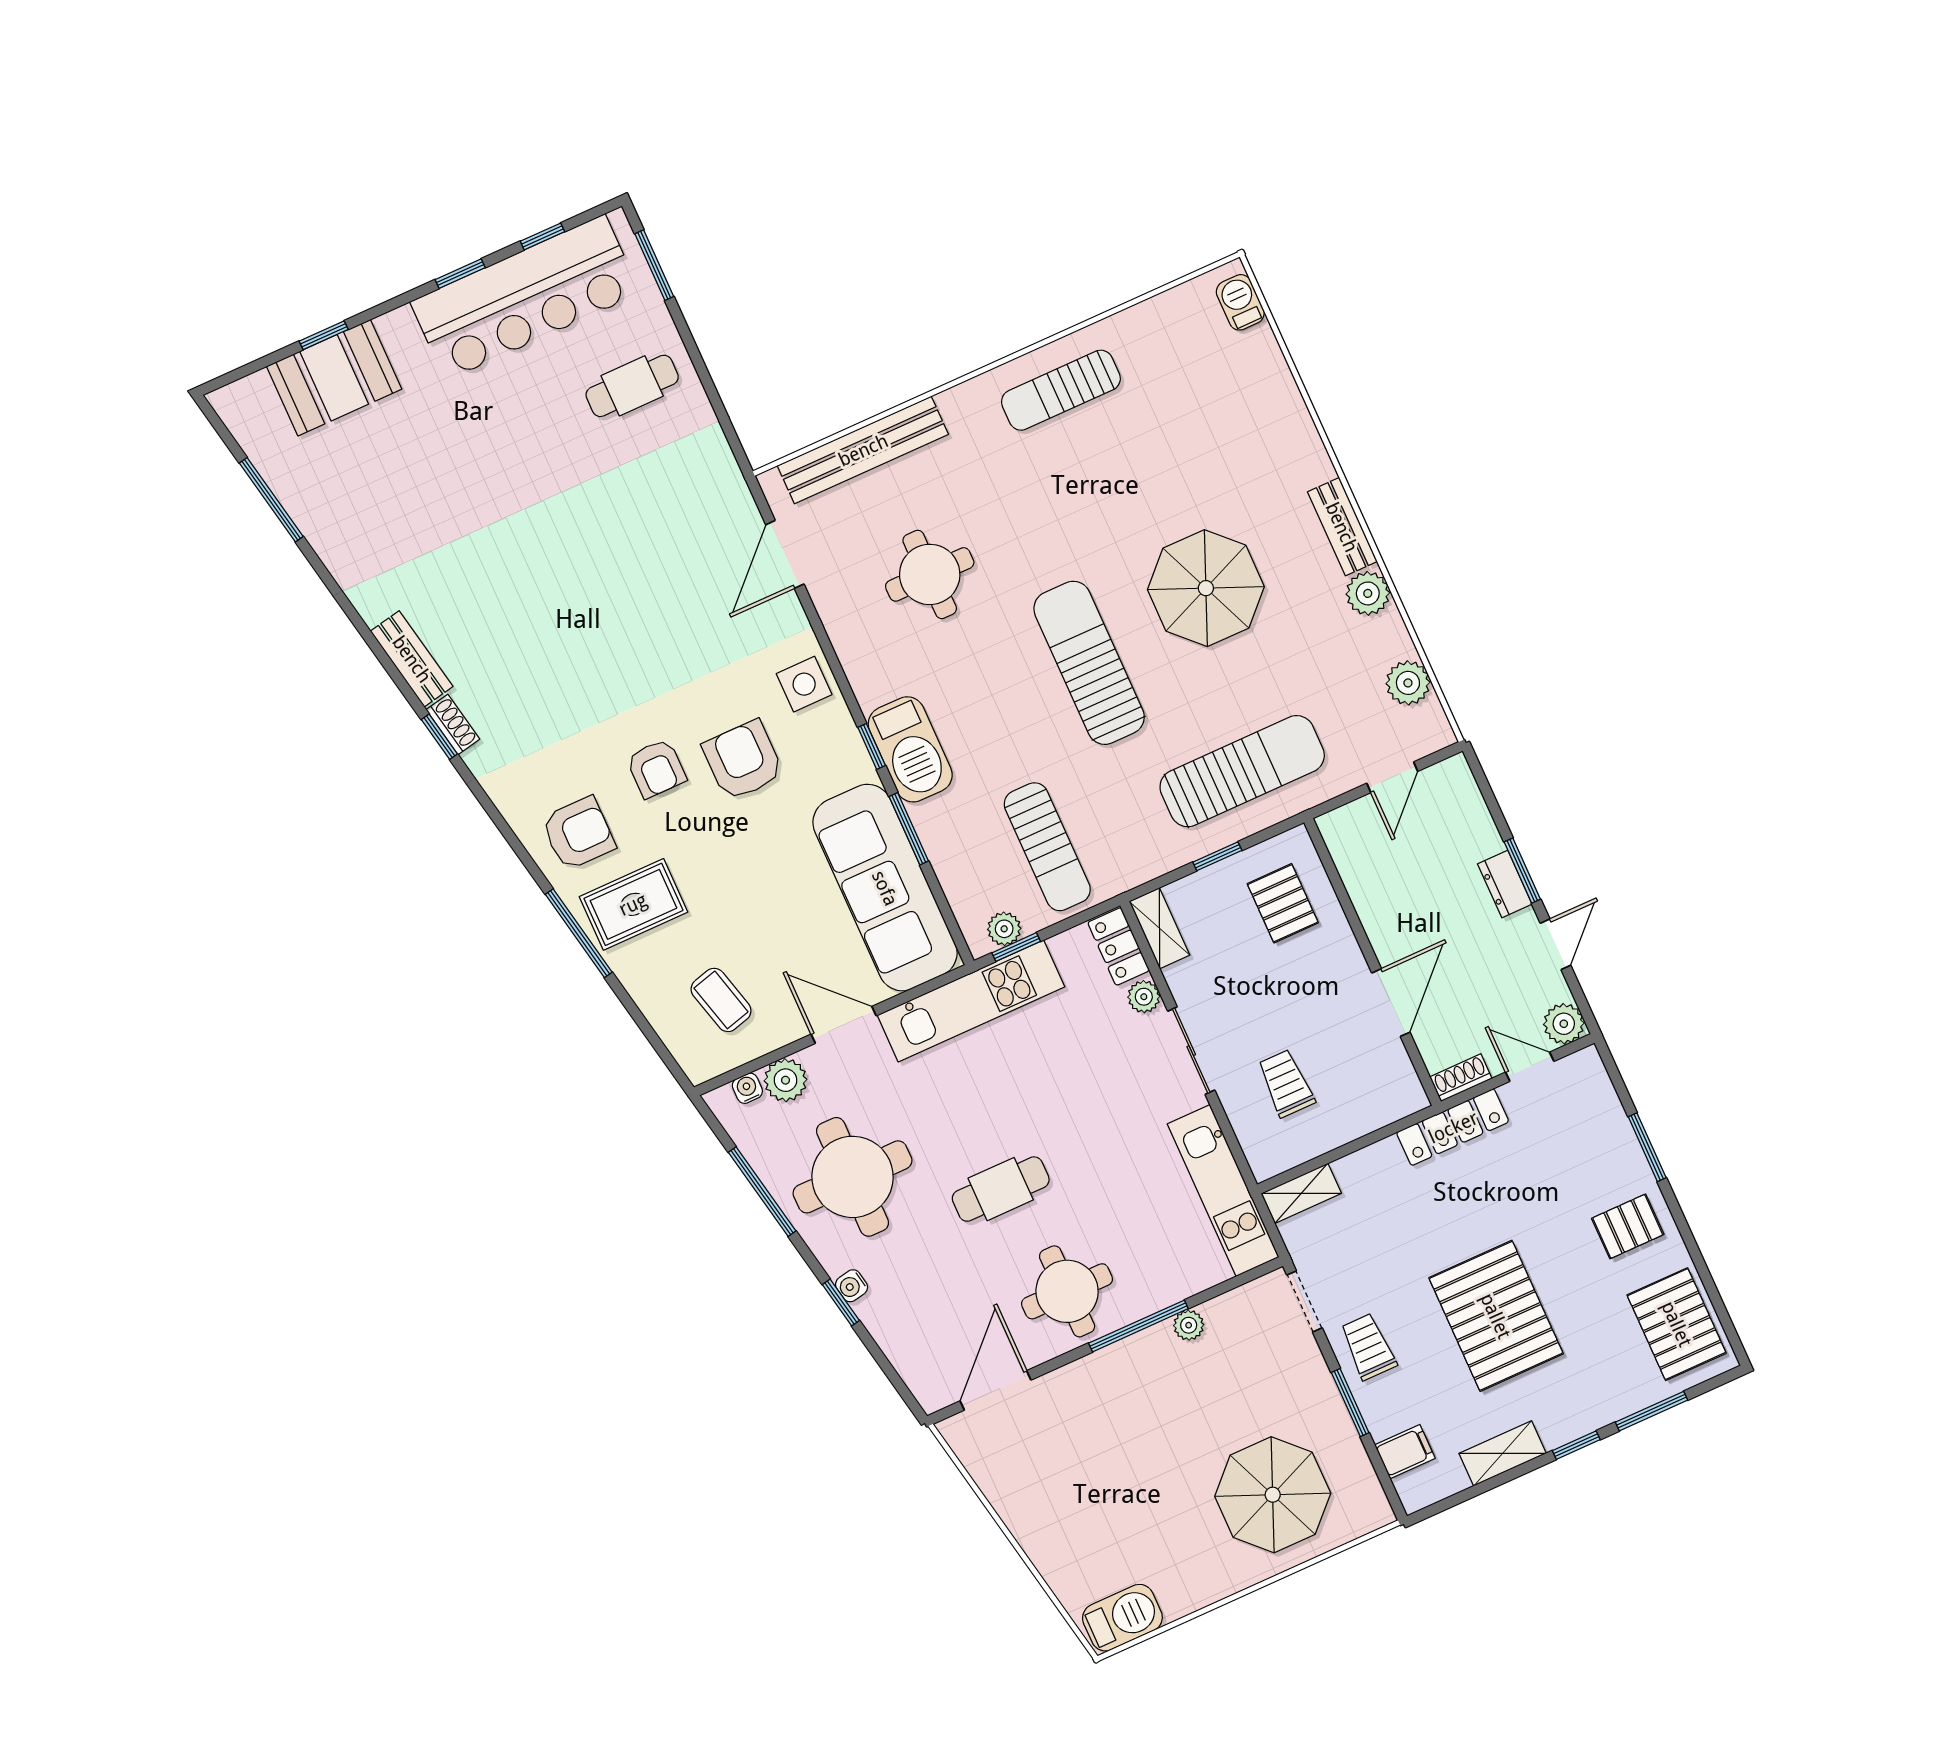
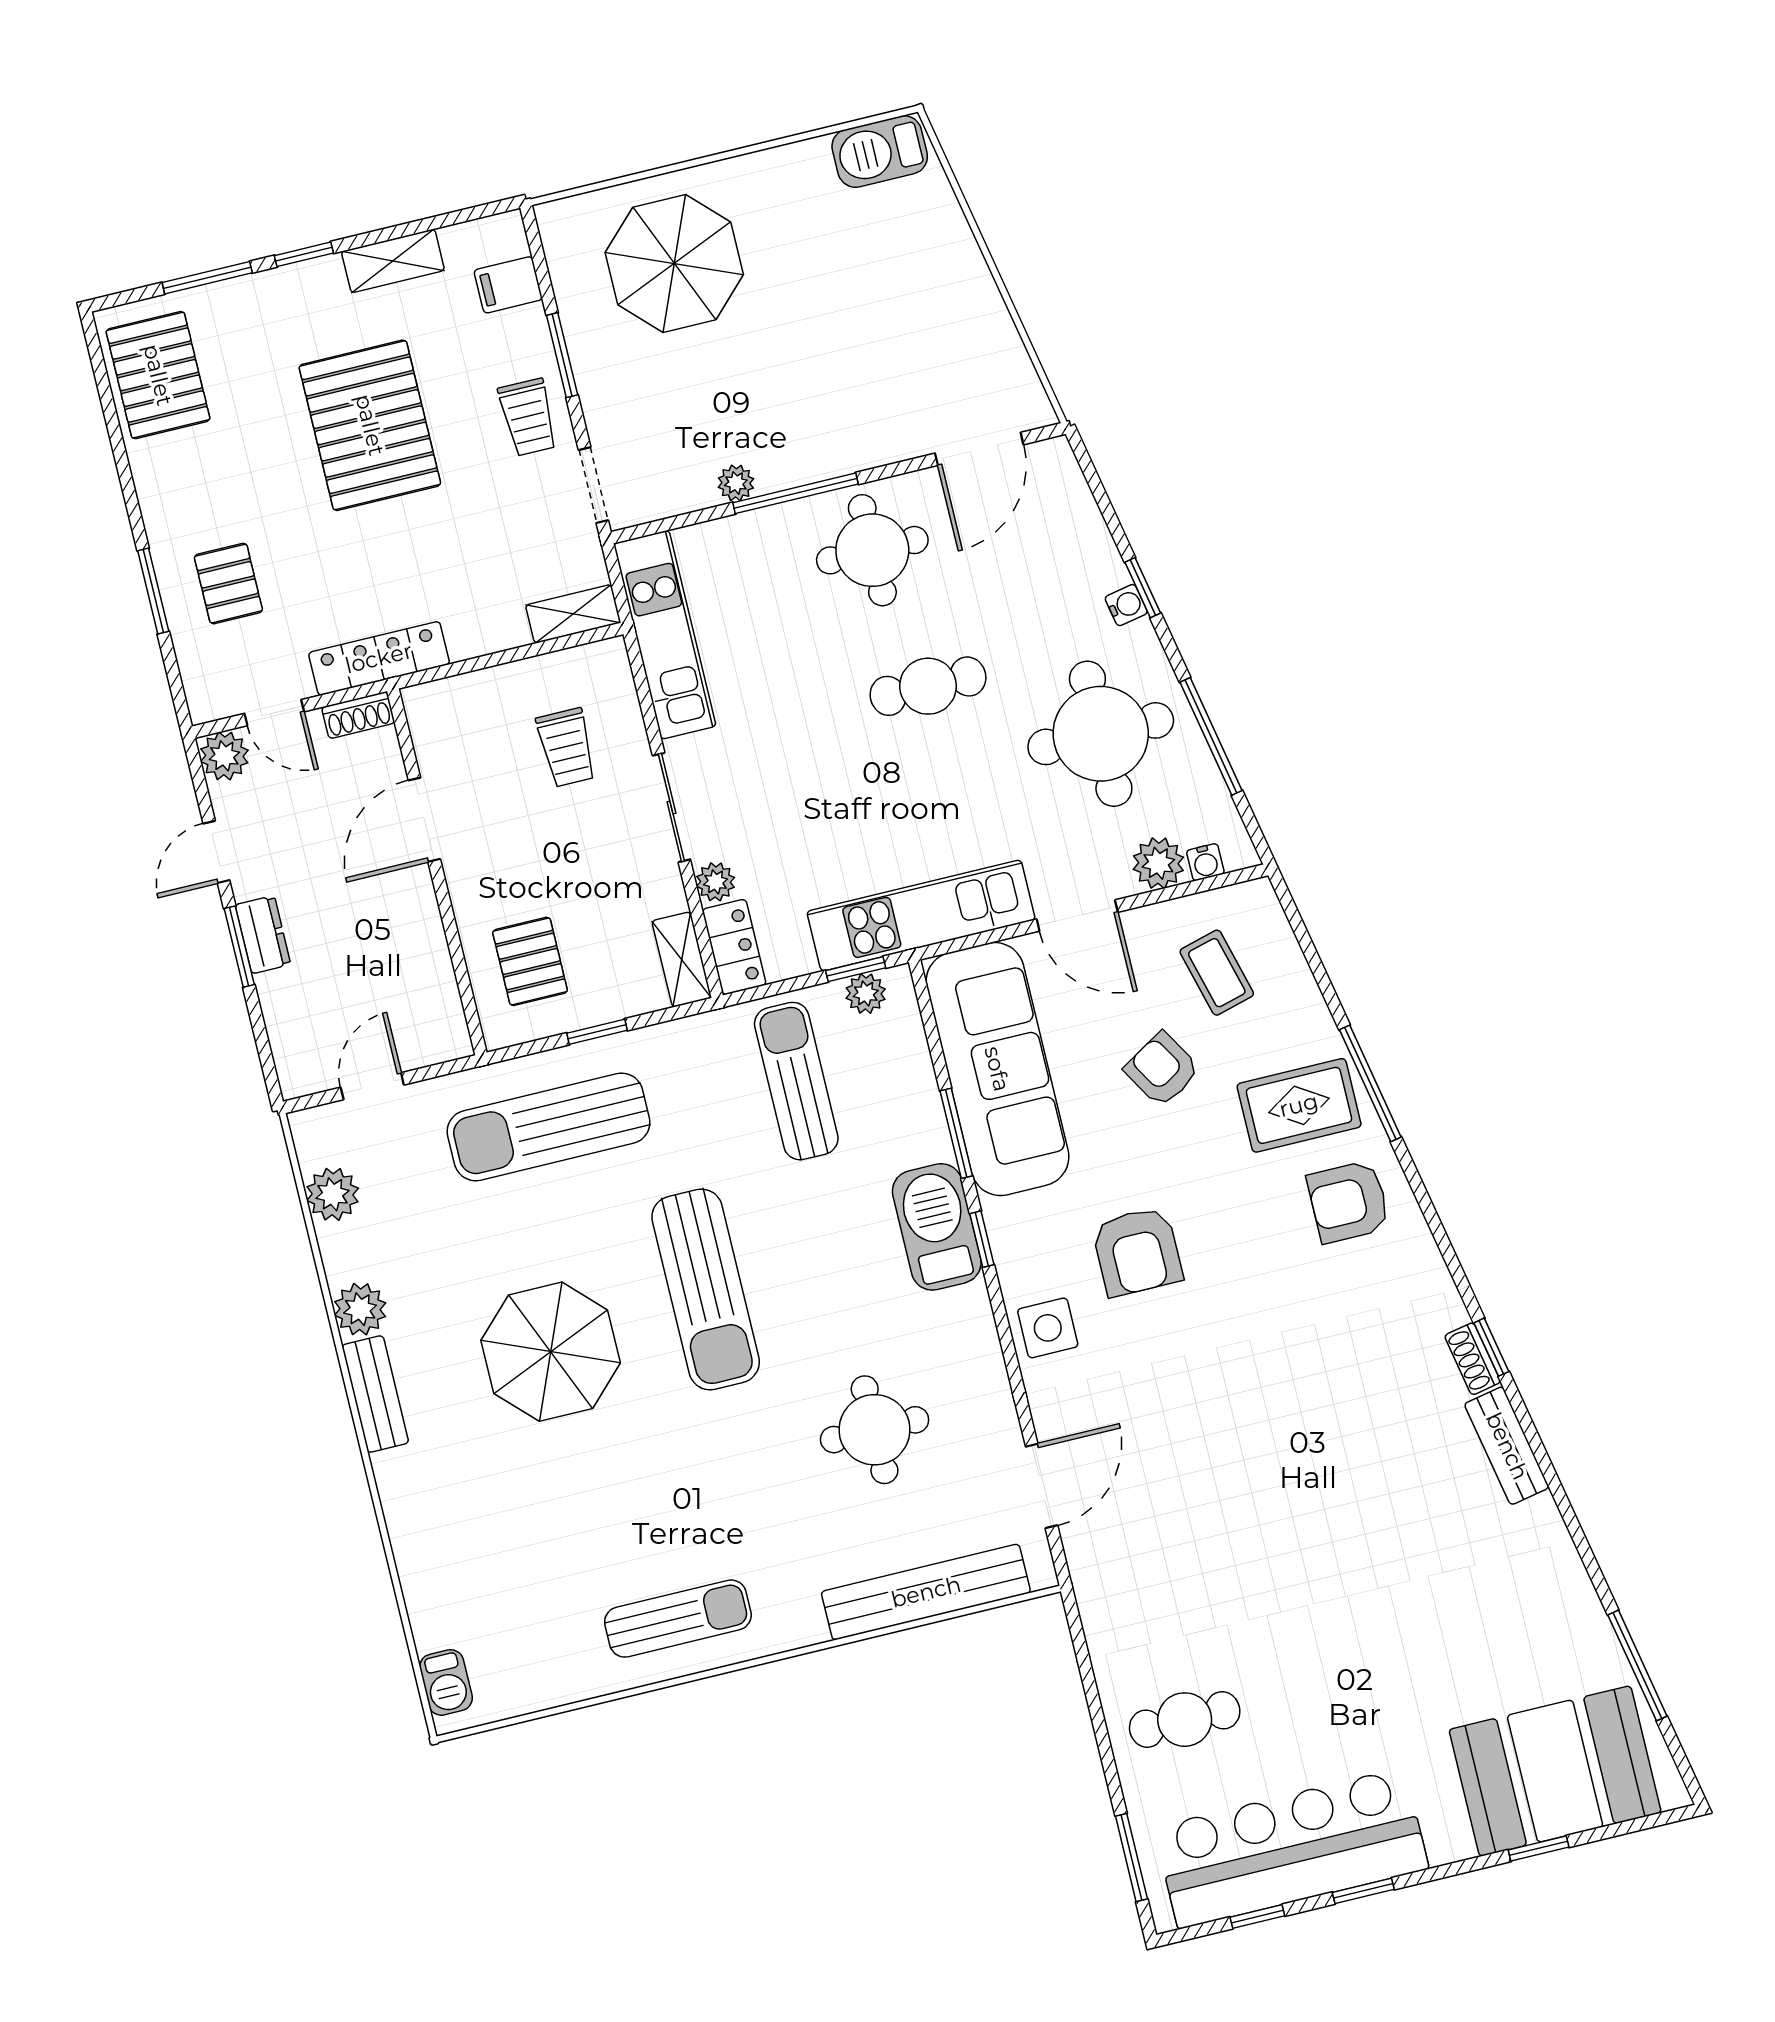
booth: (334, 378) -> (1555, 1771), width x1.36, depth x1.42
armchair: (656, 768) -> (1162, 1069), moved, turned -31
pallet: (1628, 1226) -> (228, 584), moved, turned 90

